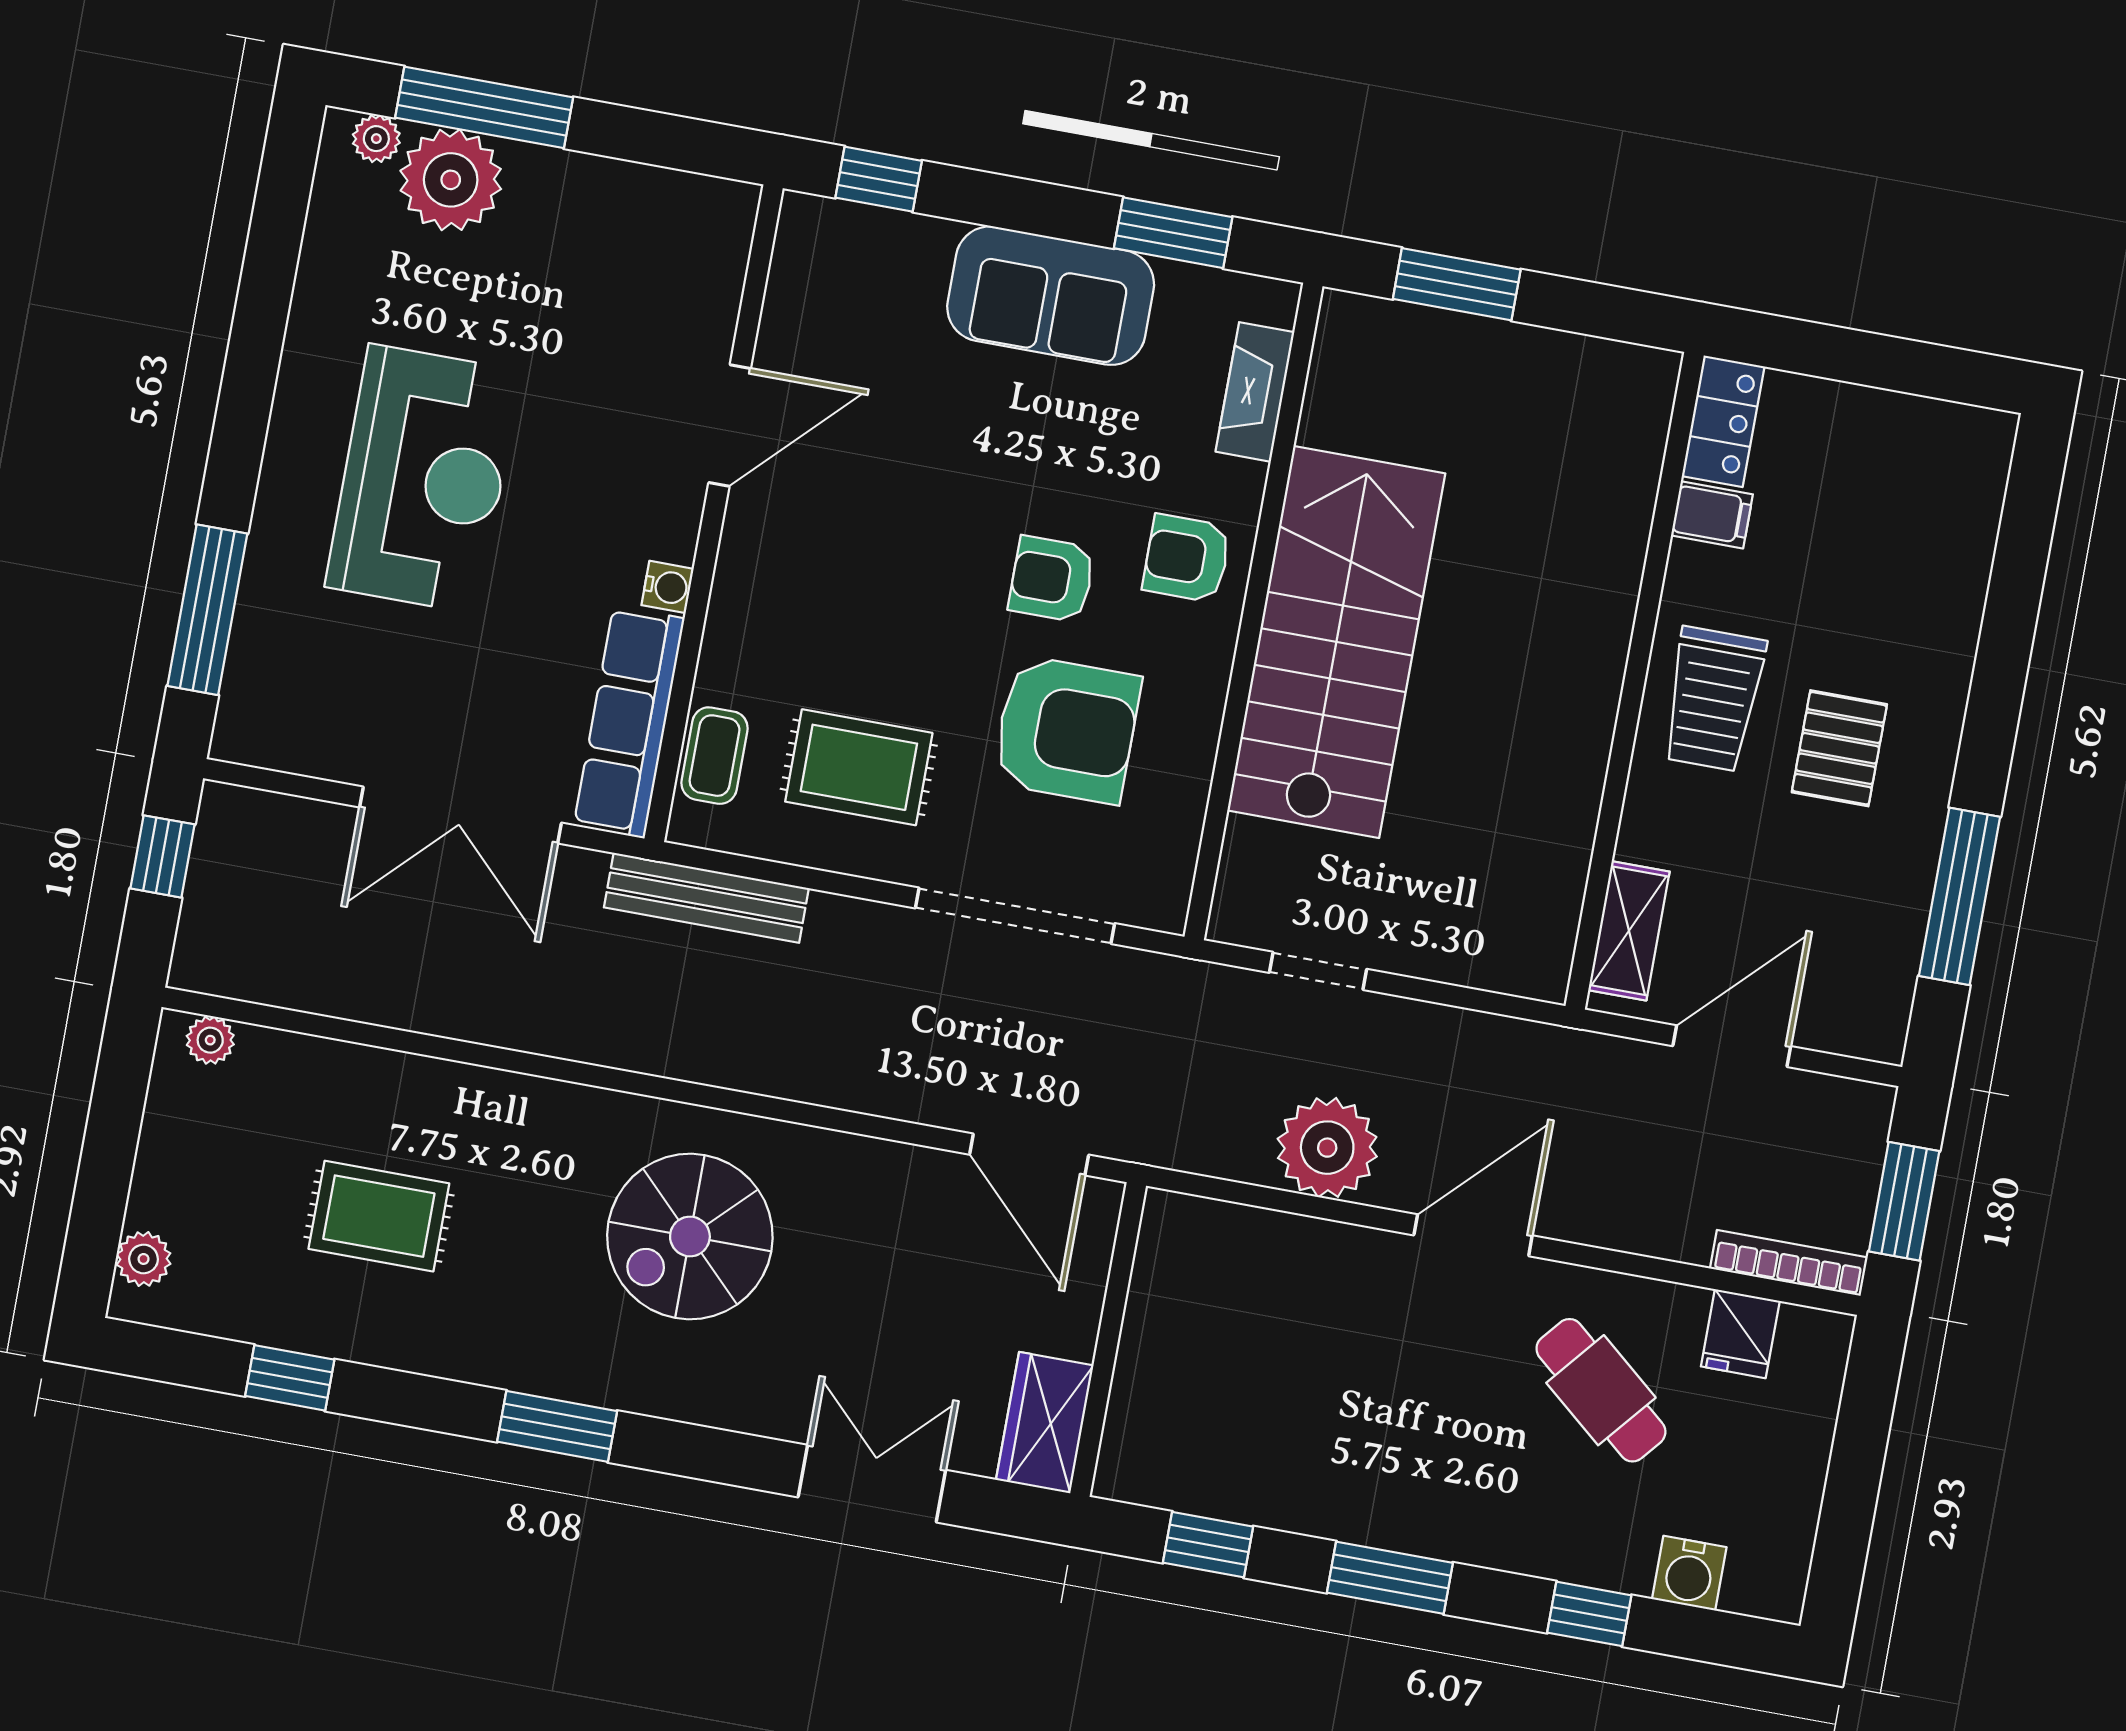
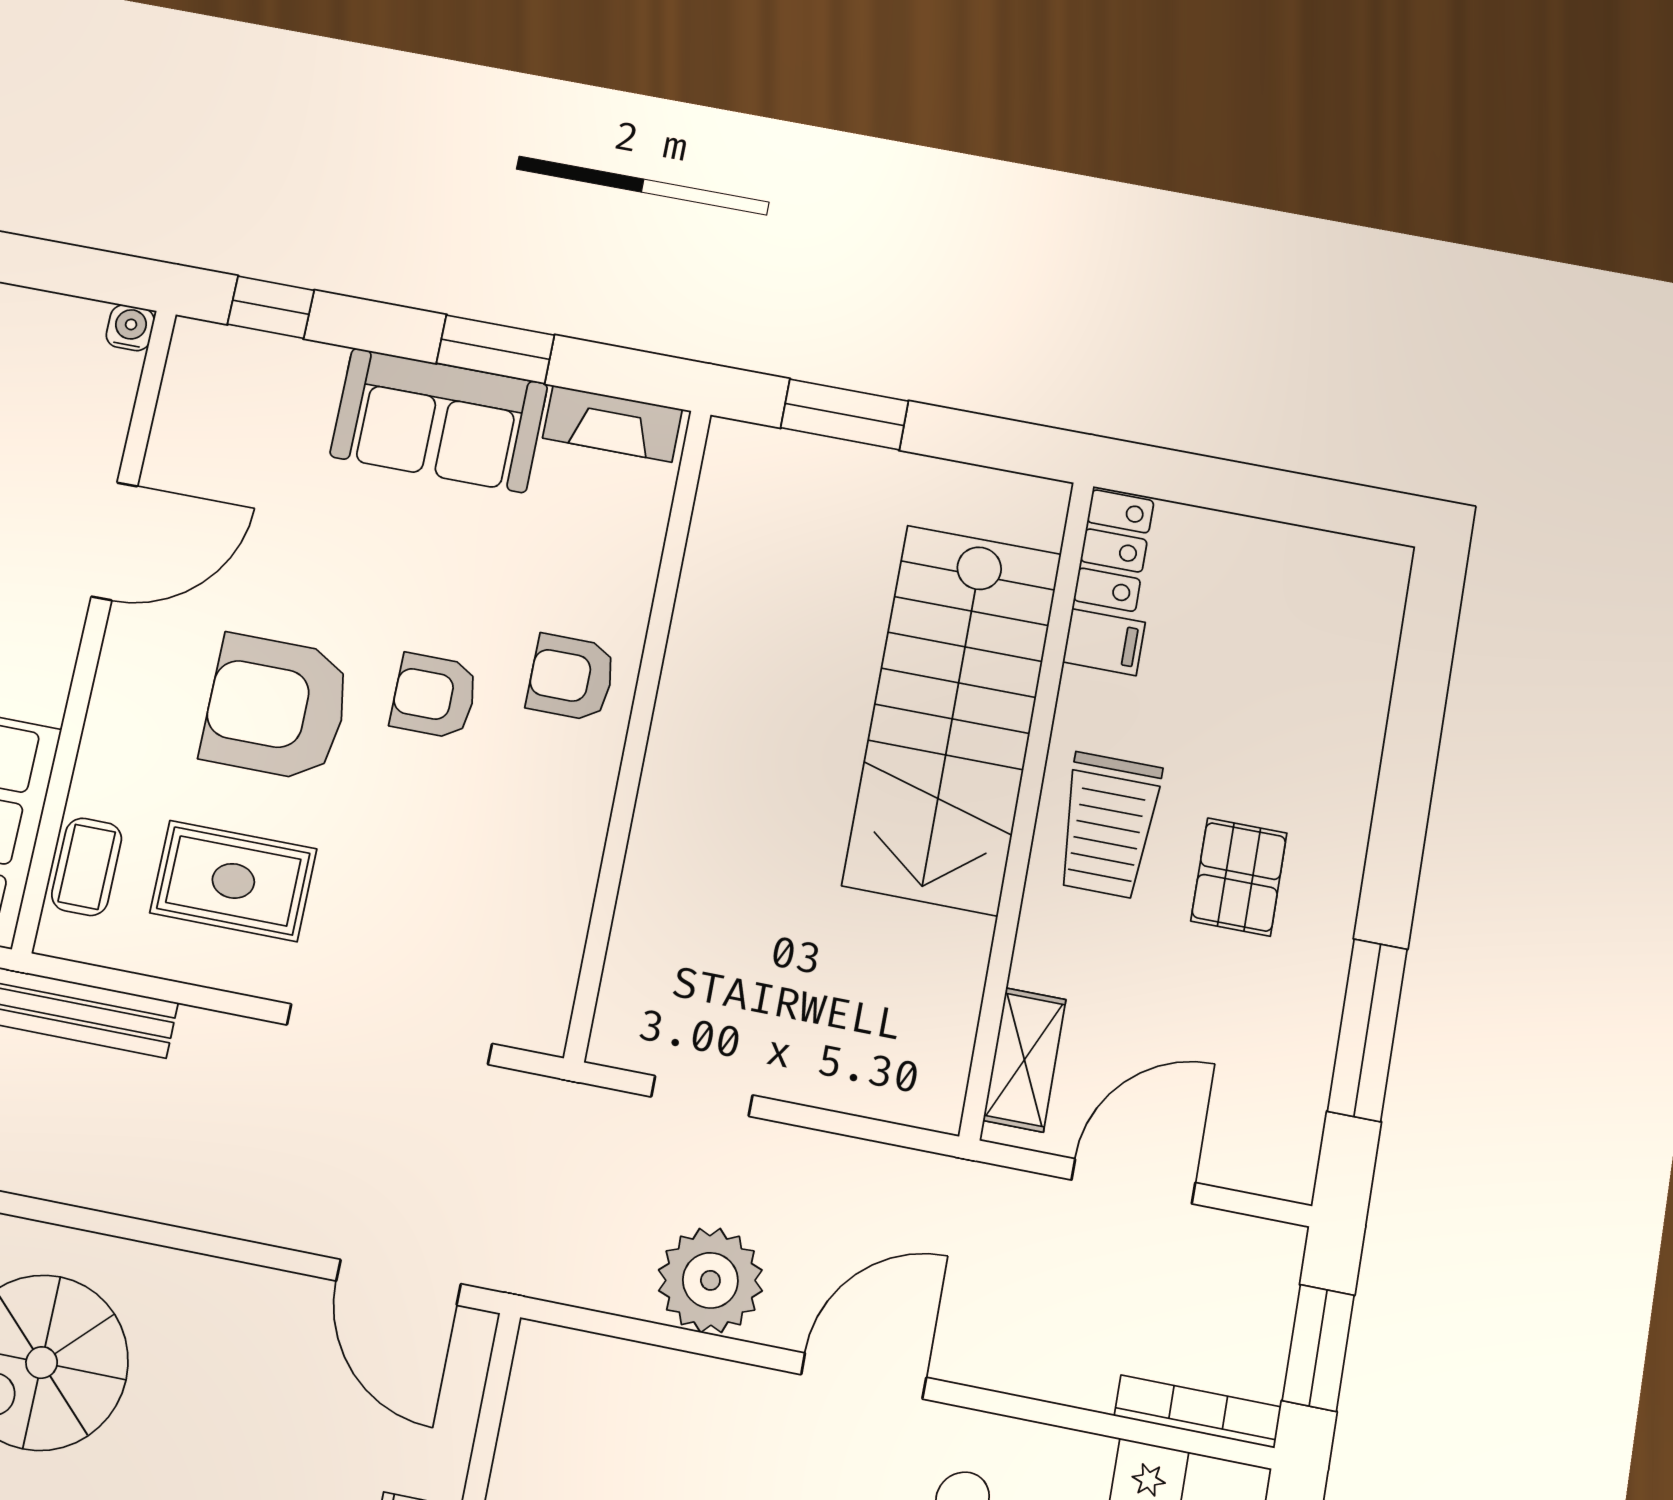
window: (1173, 233) -> (495, 349), moved
fireplace: (1255, 392) -> (612, 424), moved, turned -90
water cooler: (667, 587) -> (130, 328), moved, turned -90
stairs: (1336, 642) -> (952, 719), moved, turned 180
armchair: (1067, 729) -> (276, 707), moved, turned 180

